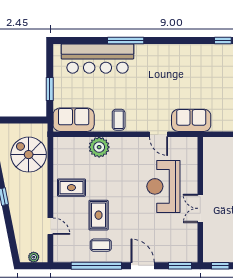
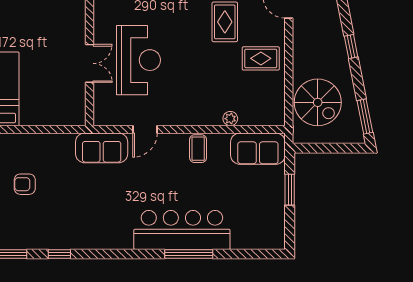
bar counter: (98, 59) -> (182, 230), moved
door: (159, 134) -> (145, 129), swing flipped
plant: (99, 147) -> (230, 119), width x0.53, depth x0.53
double door: (200, 208) -> (90, 63), moved

